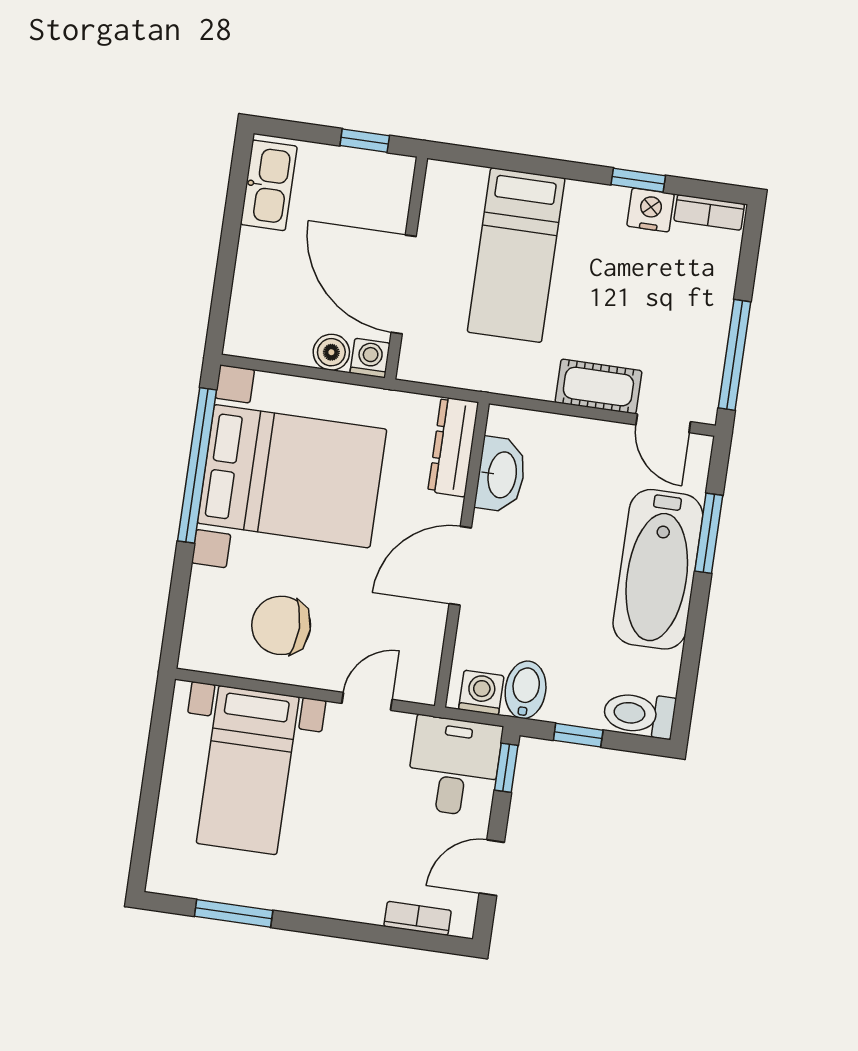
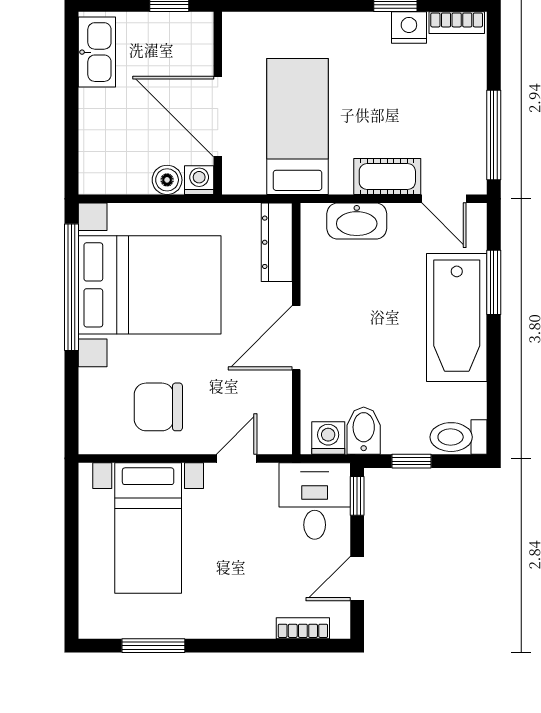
bed: (516, 255) -> (297, 127), moved, turned 180
washbasin: (501, 475) -> (357, 221), moved, turned 90

